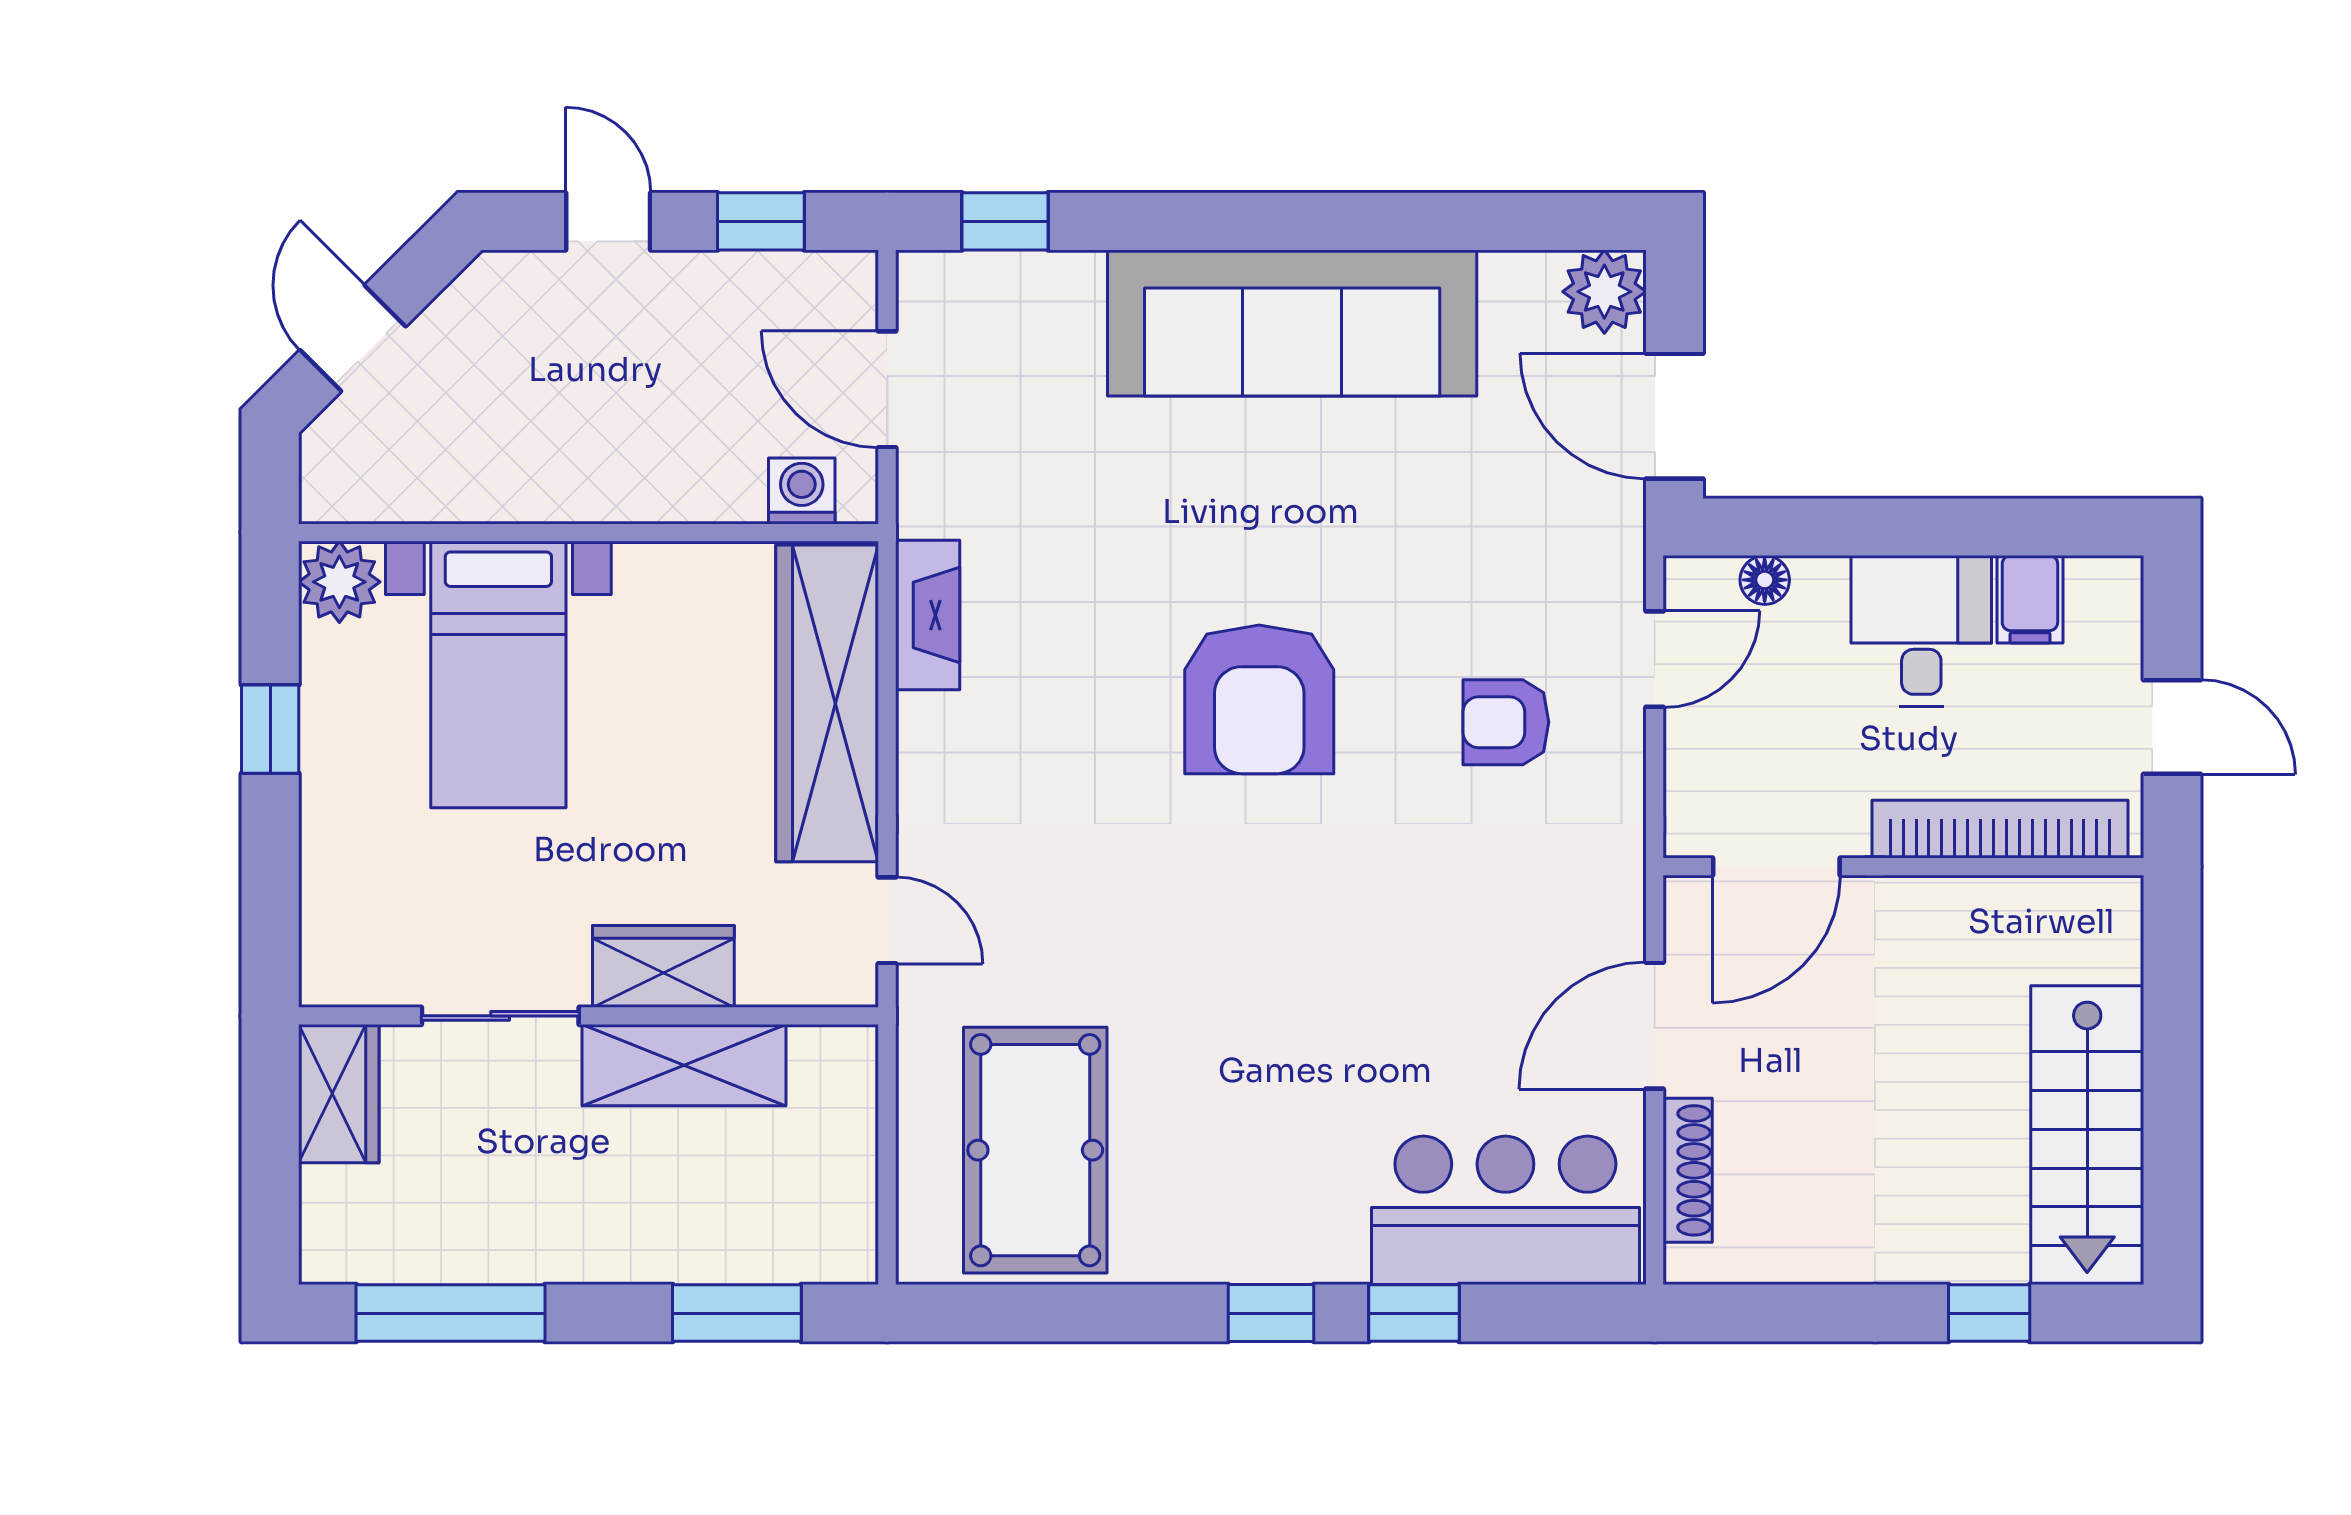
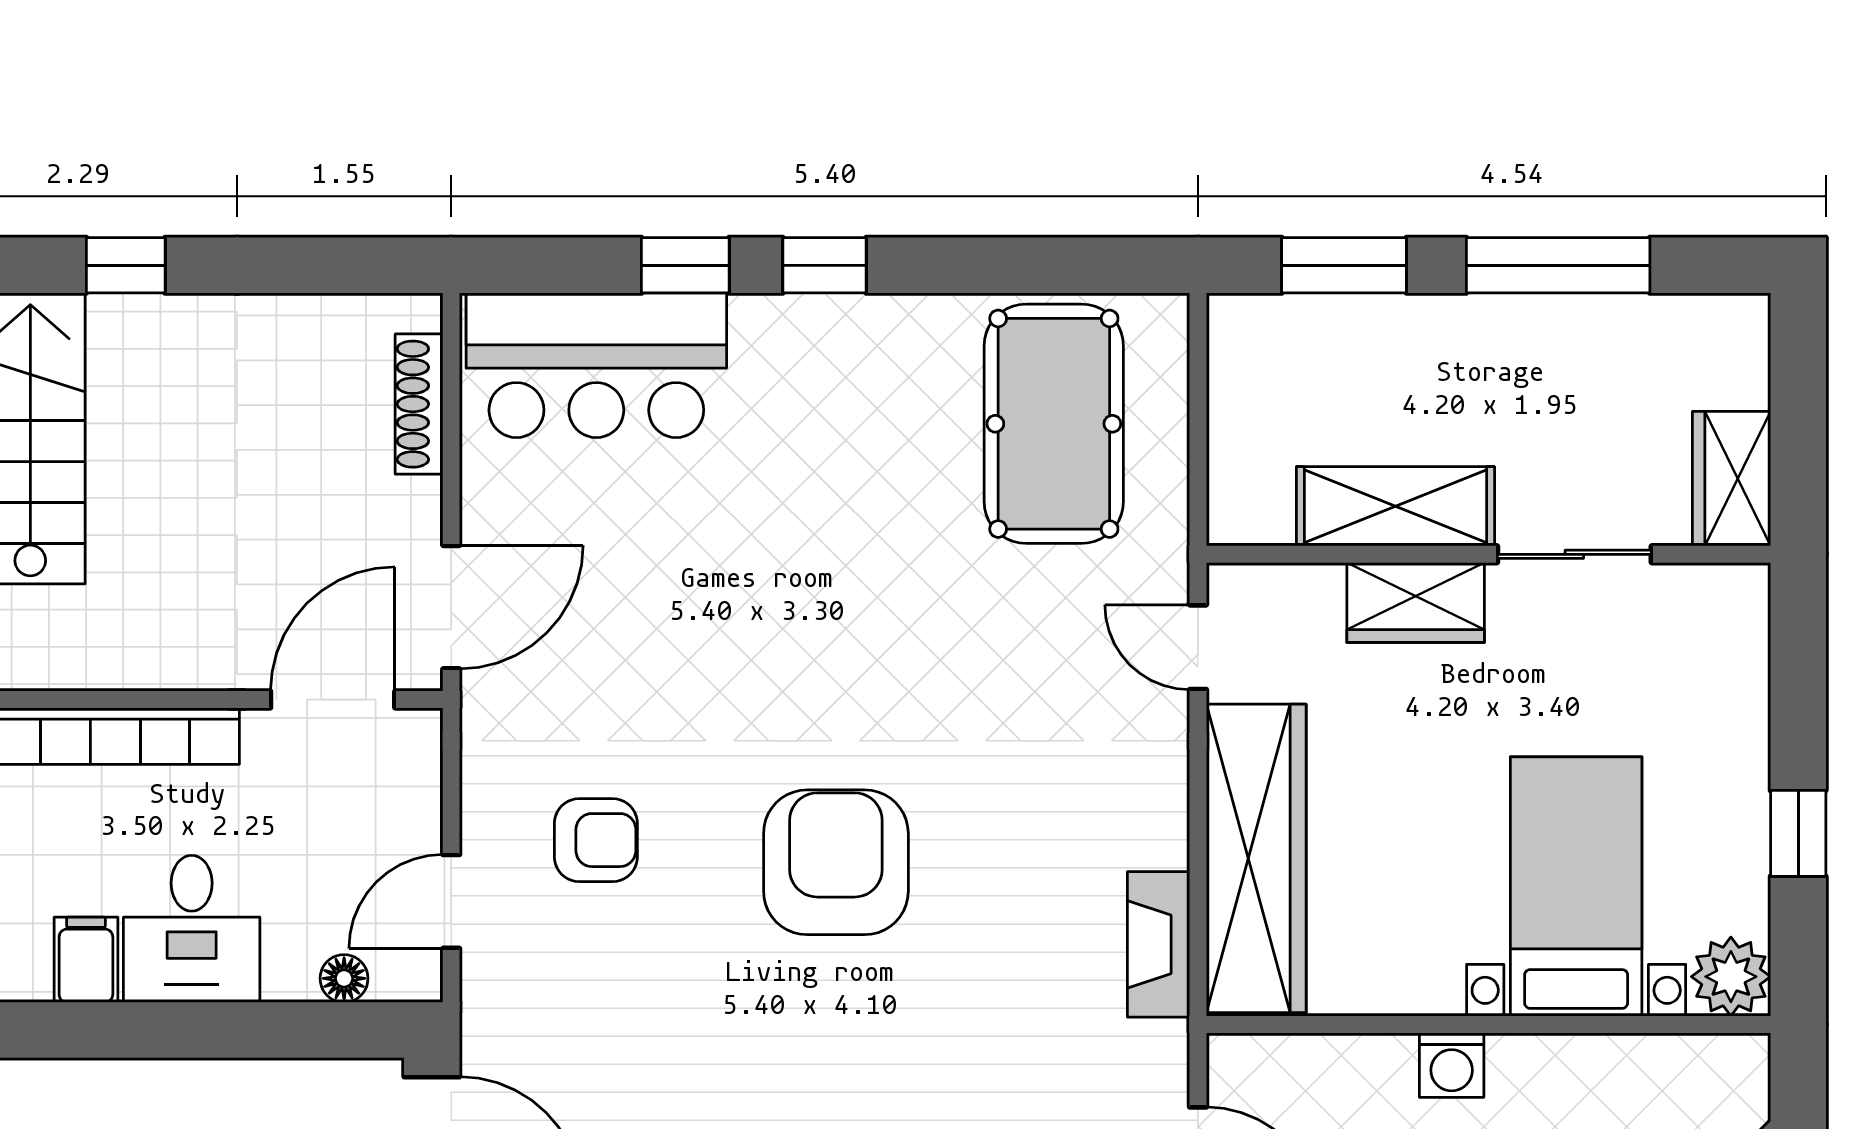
washing machine: (802, 491) -> (1452, 1065), moved
door: (1655, 1026) -> (451, 607), moved
window: (451, 1313) -> (1558, 265), moved

